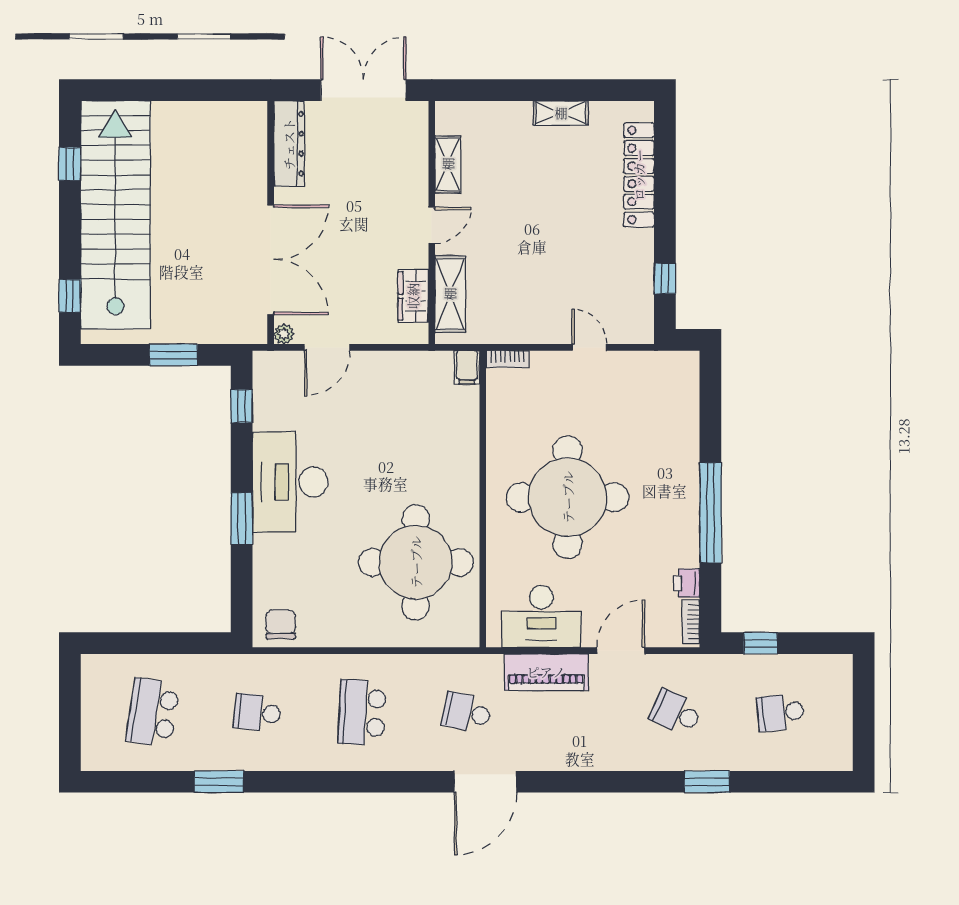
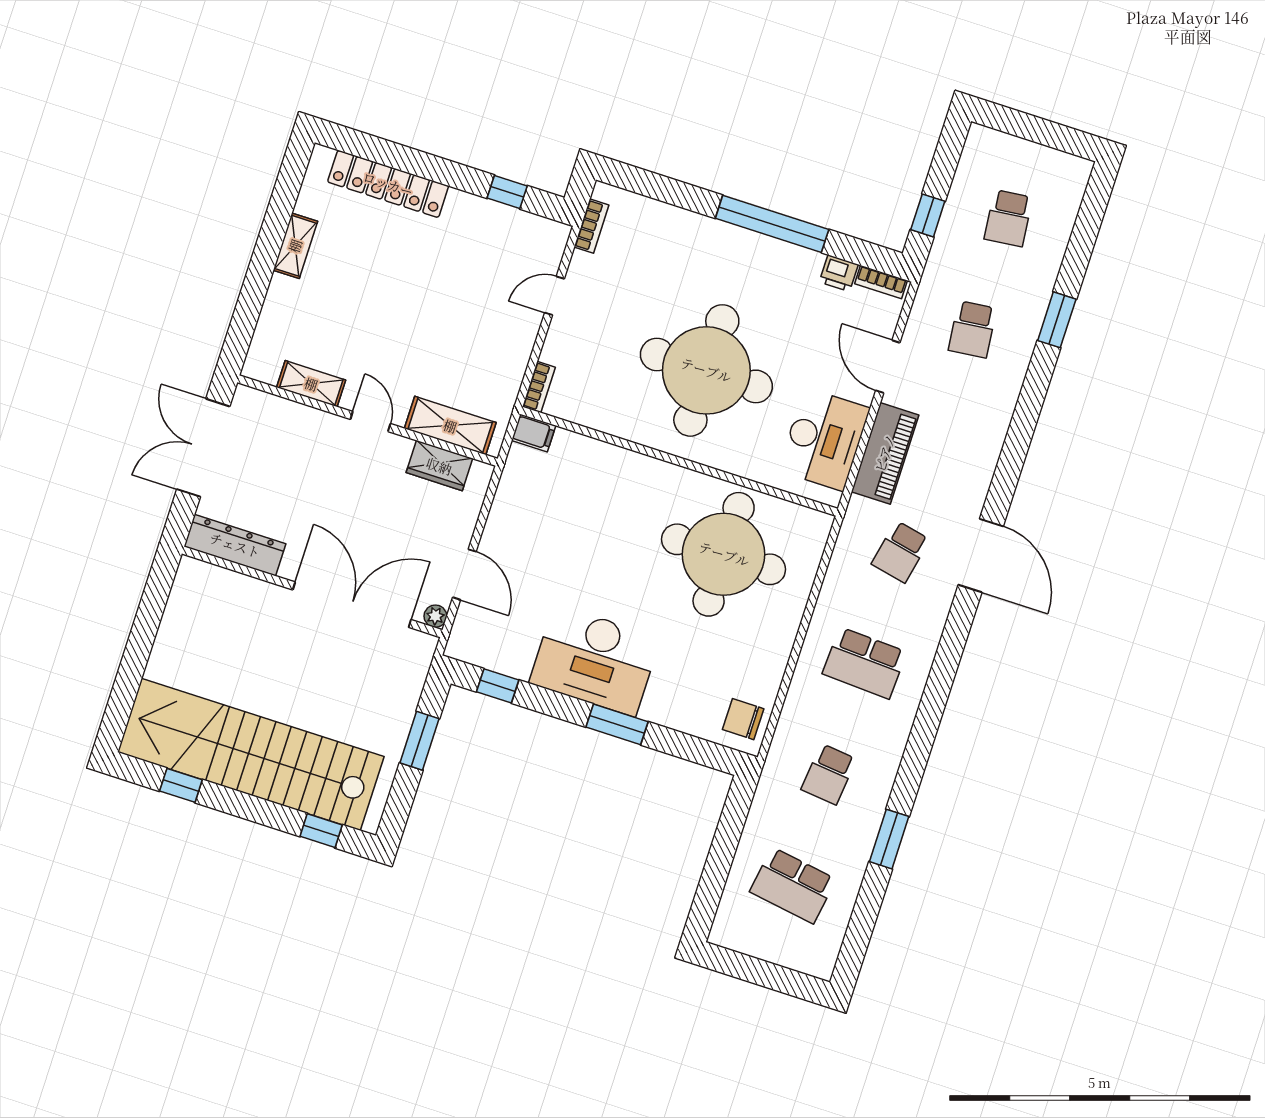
bookcase: (659, 360) -> (591, 226), added
school desk: (676, 712) -> (972, 329), turned -30

